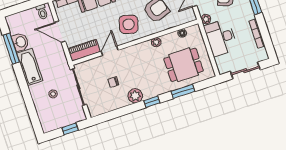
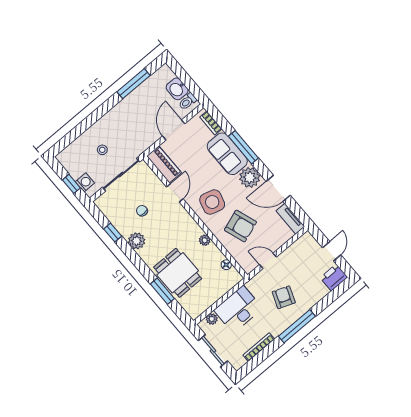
plant: (206, 19) -> (212, 319), moved
washbasin: (20, 42) -> (177, 89), moved, turned 90
door: (110, 51) -> (175, 193), hinge flipped
dining table: (184, 65) -> (178, 273), moved
bathtub: (30, 67) -> (122, 112), removed
window: (152, 102) -> (113, 233), moved
washing machine: (73, 118) -> (85, 182), added

